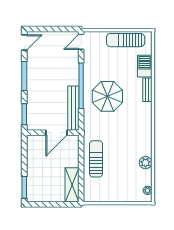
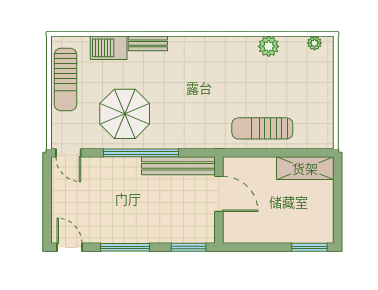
parasol: (107, 96) -> (125, 114), moved

